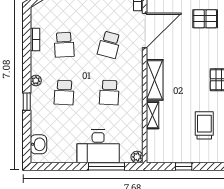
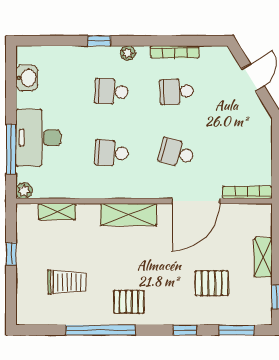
pallet: (205, 19) -> (212, 283), turned 90
door: (145, 30) -> (196, 201), hinge flipped
bookcase: (35, 40) -> (175, 52), width x1.56
shelving: (153, 115) -> (57, 212), moved
washbasin: (38, 144) -> (27, 78), moved, turned -90

